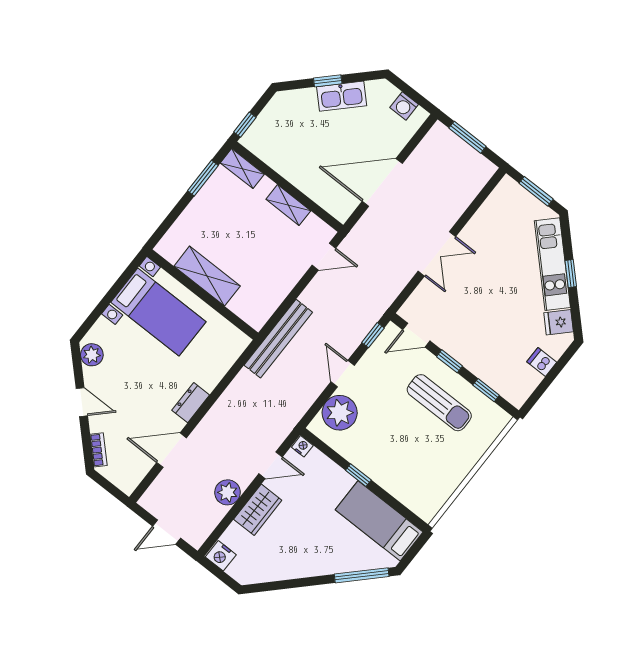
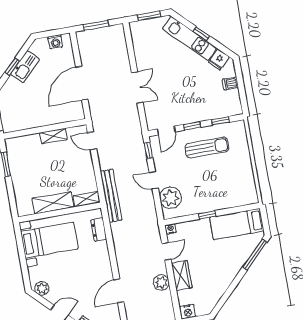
shelving: (242, 169) -> (87, 199), moved
door: (324, 257) -> (92, 141), swing flipped
dresser: (191, 403) -> (99, 230), moved

